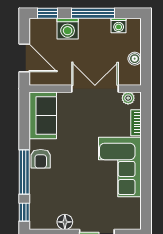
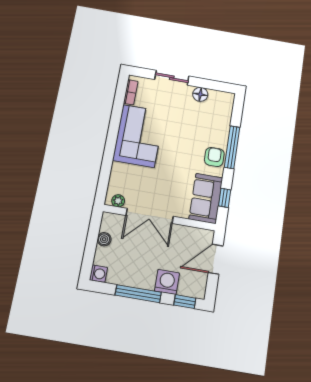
washing machine: (119, 25) -> (98, 274), moved, turned 90
door: (24, 58) -> (216, 259), hinge flipped
bookcase: (136, 123) -> (131, 92), moved
window: (24, 212) -> (225, 198), moved

